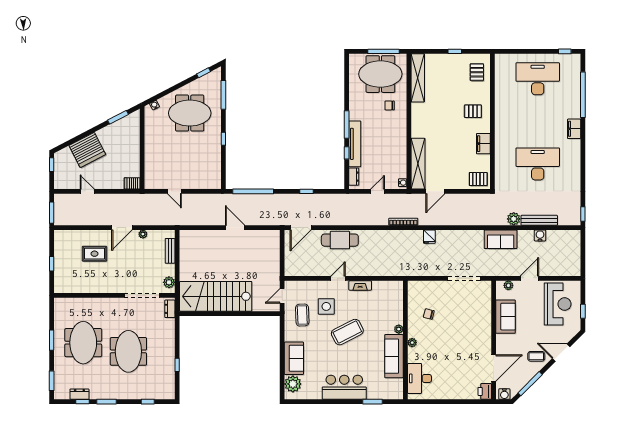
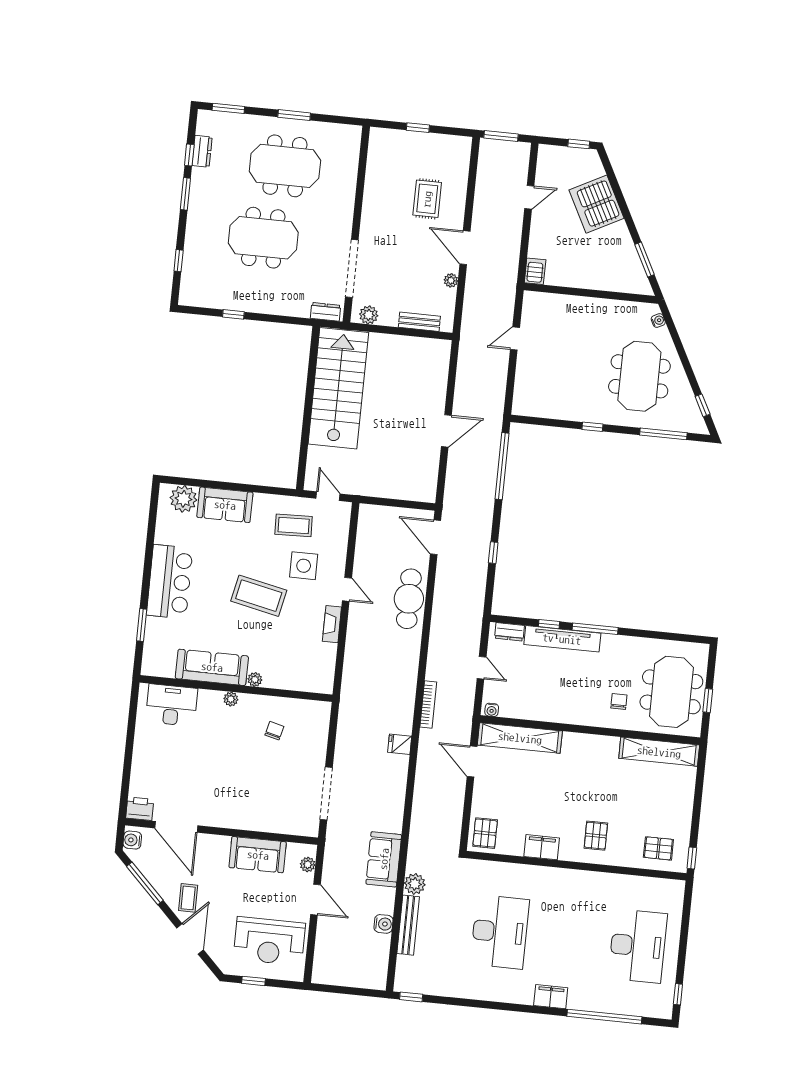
window: (383, 51) -> (708, 701), width x0.46
window: (455, 51) -> (692, 858), moved
coffee table: (347, 332) -> (259, 596), turned -51

